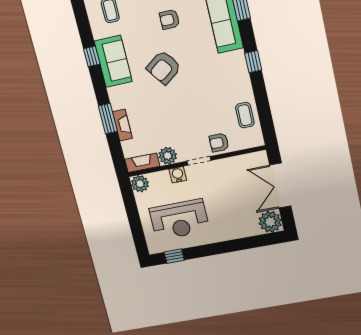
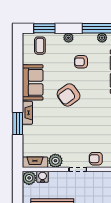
window: (92, 56) -> (18, 75), removed
fireplace: (122, 125) -> (27, 113), moved
water cooler: (178, 175) -> (43, 177), moved

